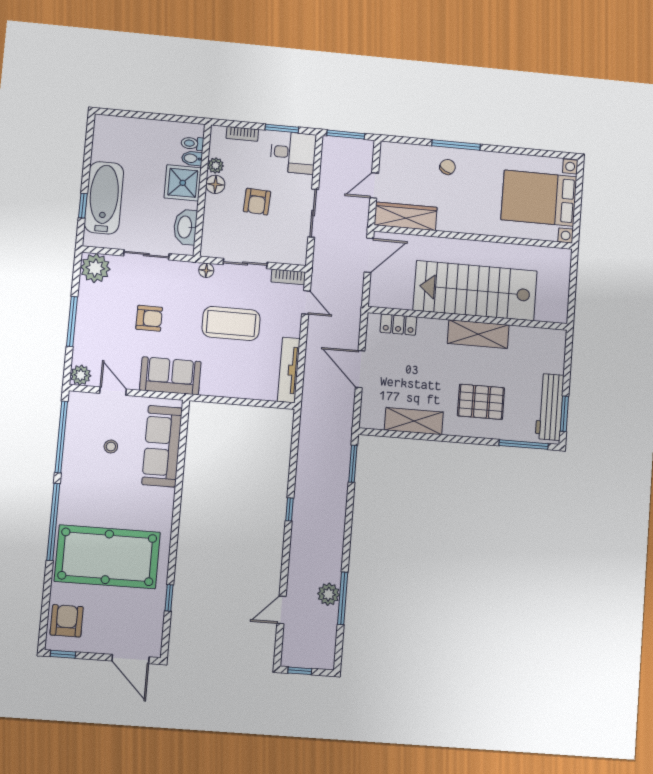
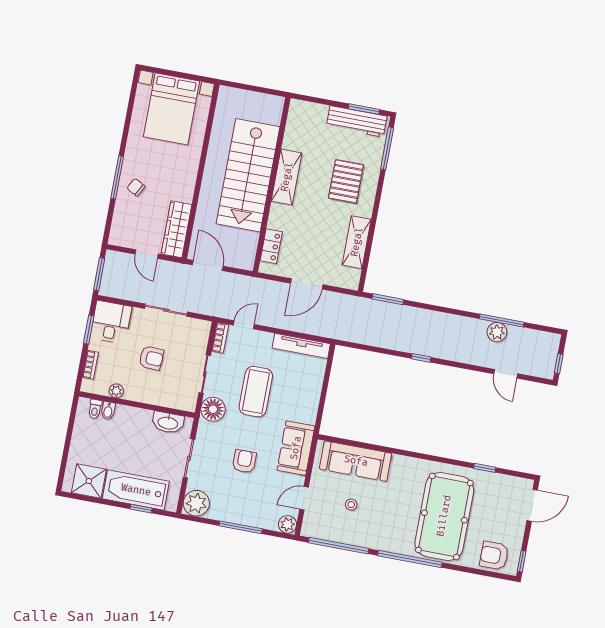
shower: (183, 183) -> (89, 481), moved
floor lamp: (215, 184) -> (133, 393), removed
floor lamp: (206, 270) -> (213, 409), width x1.89, depth x1.89

